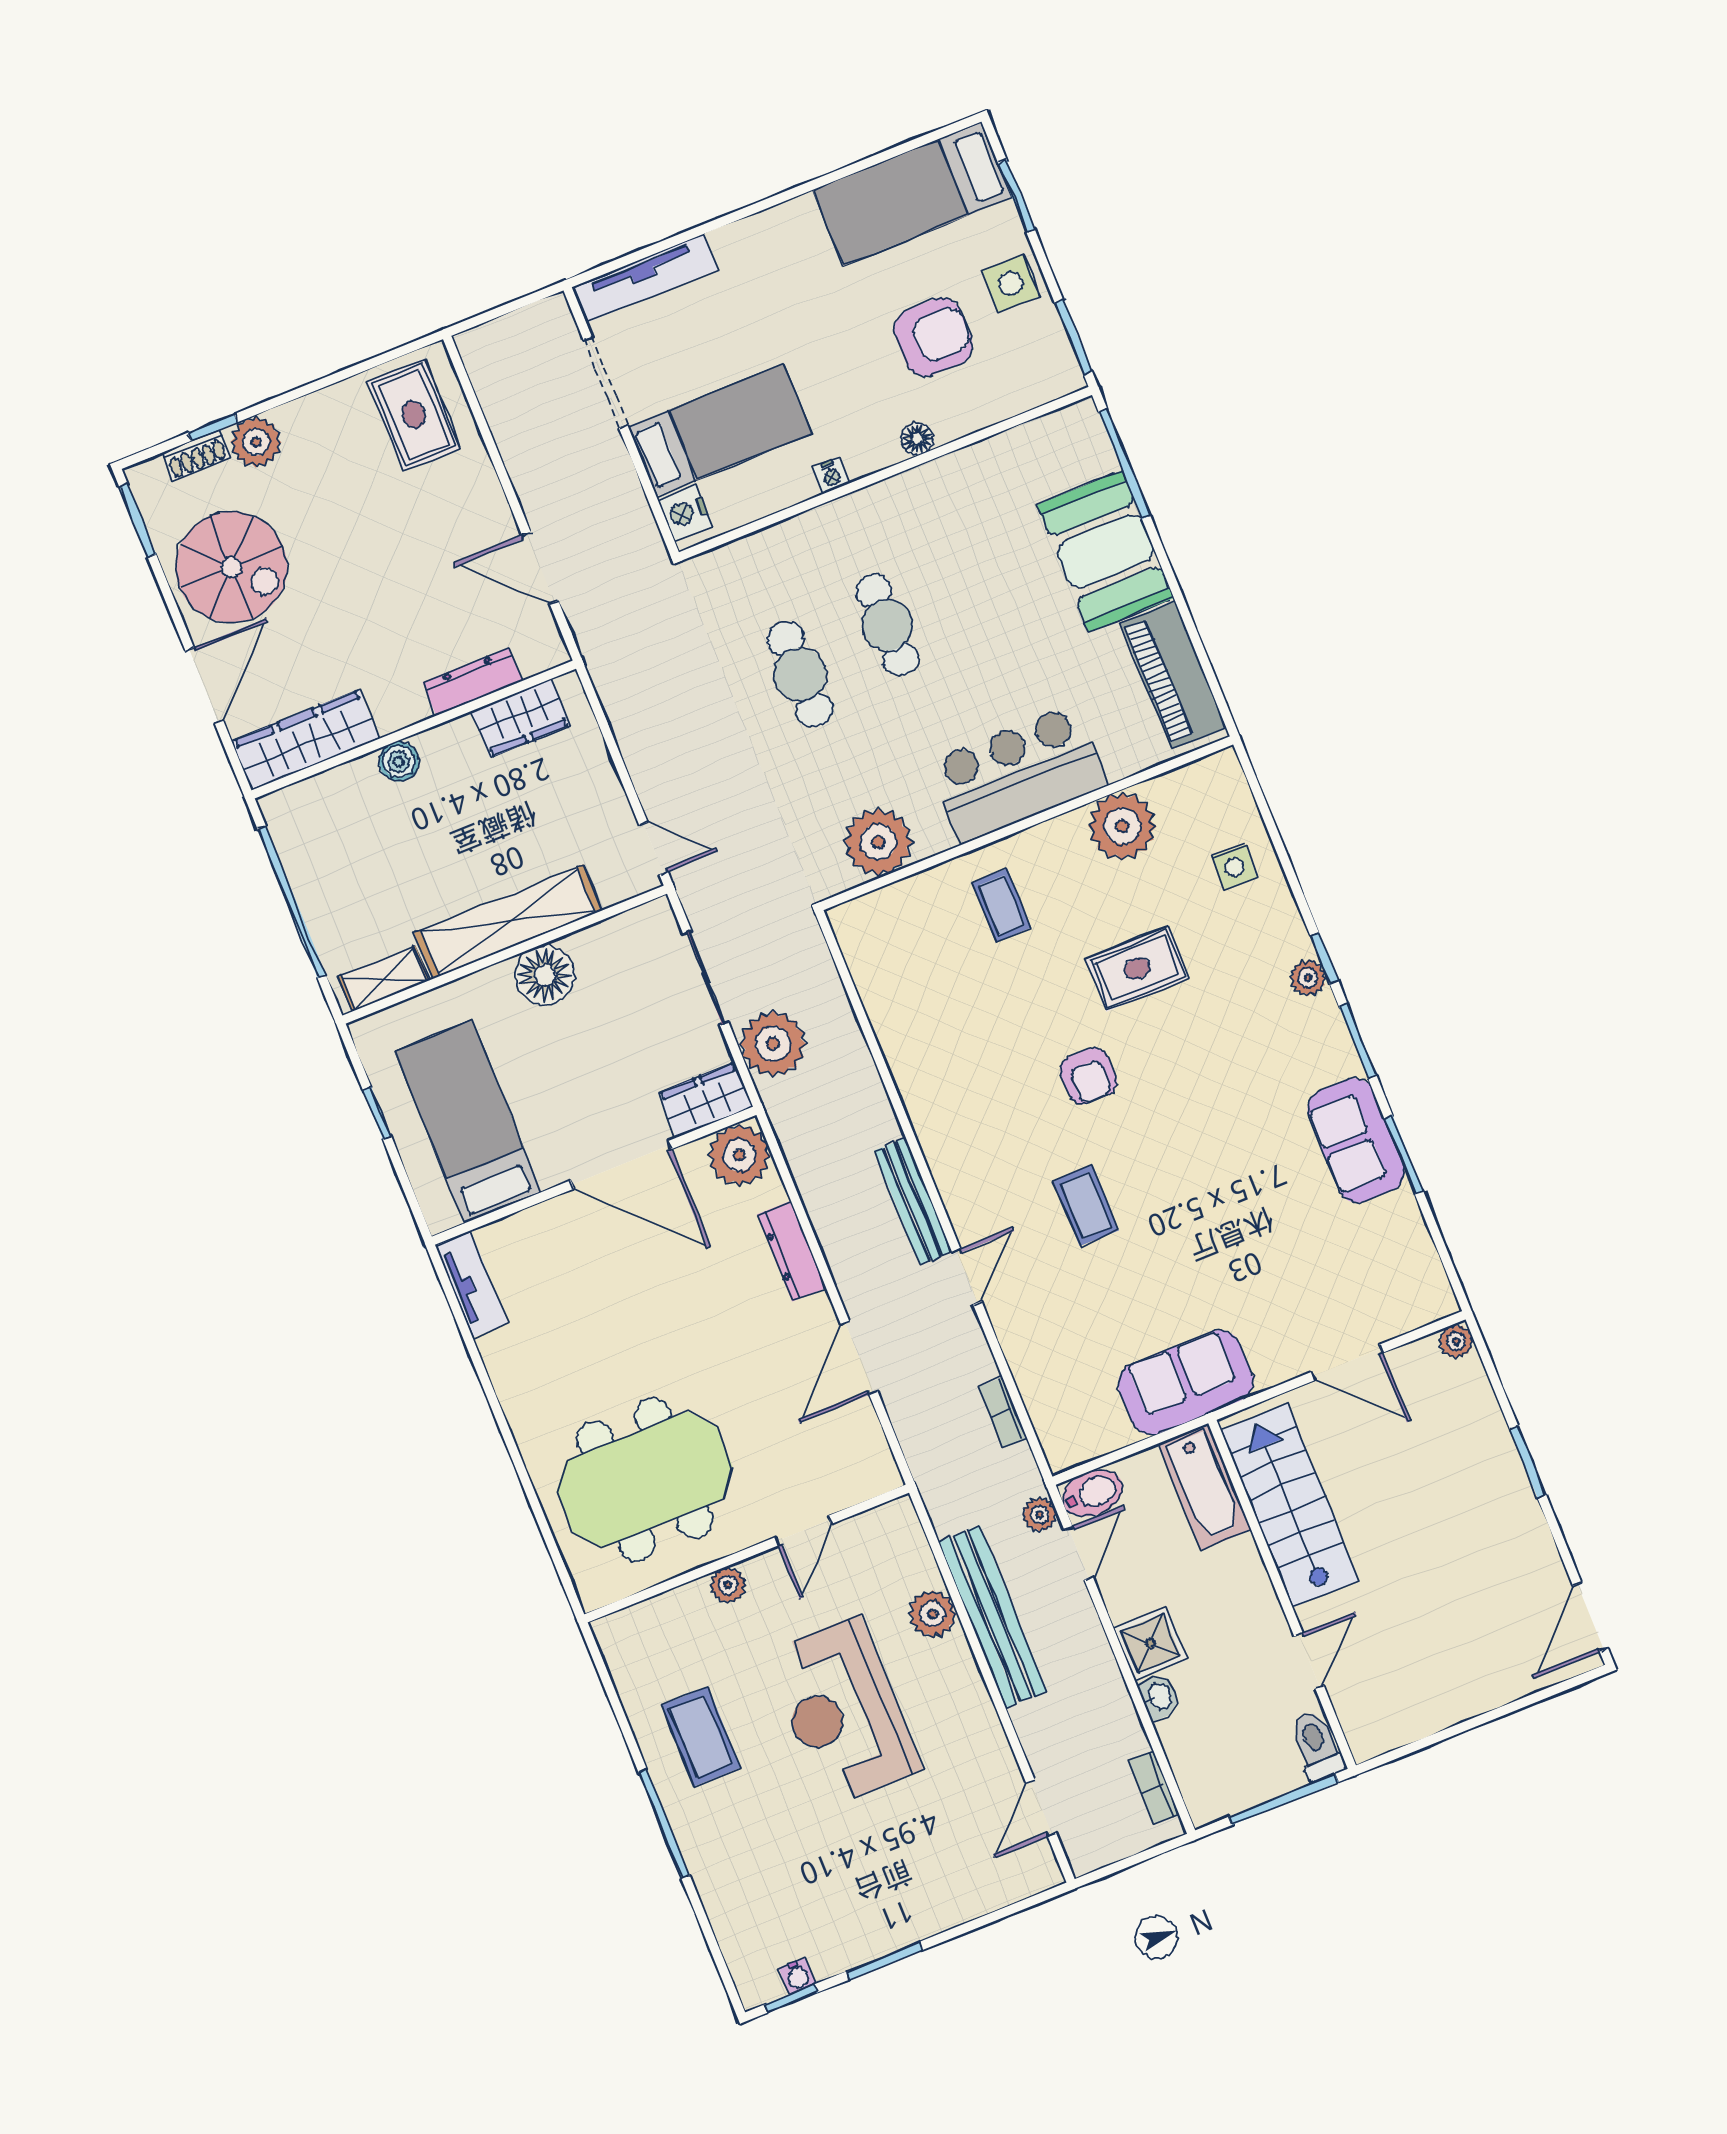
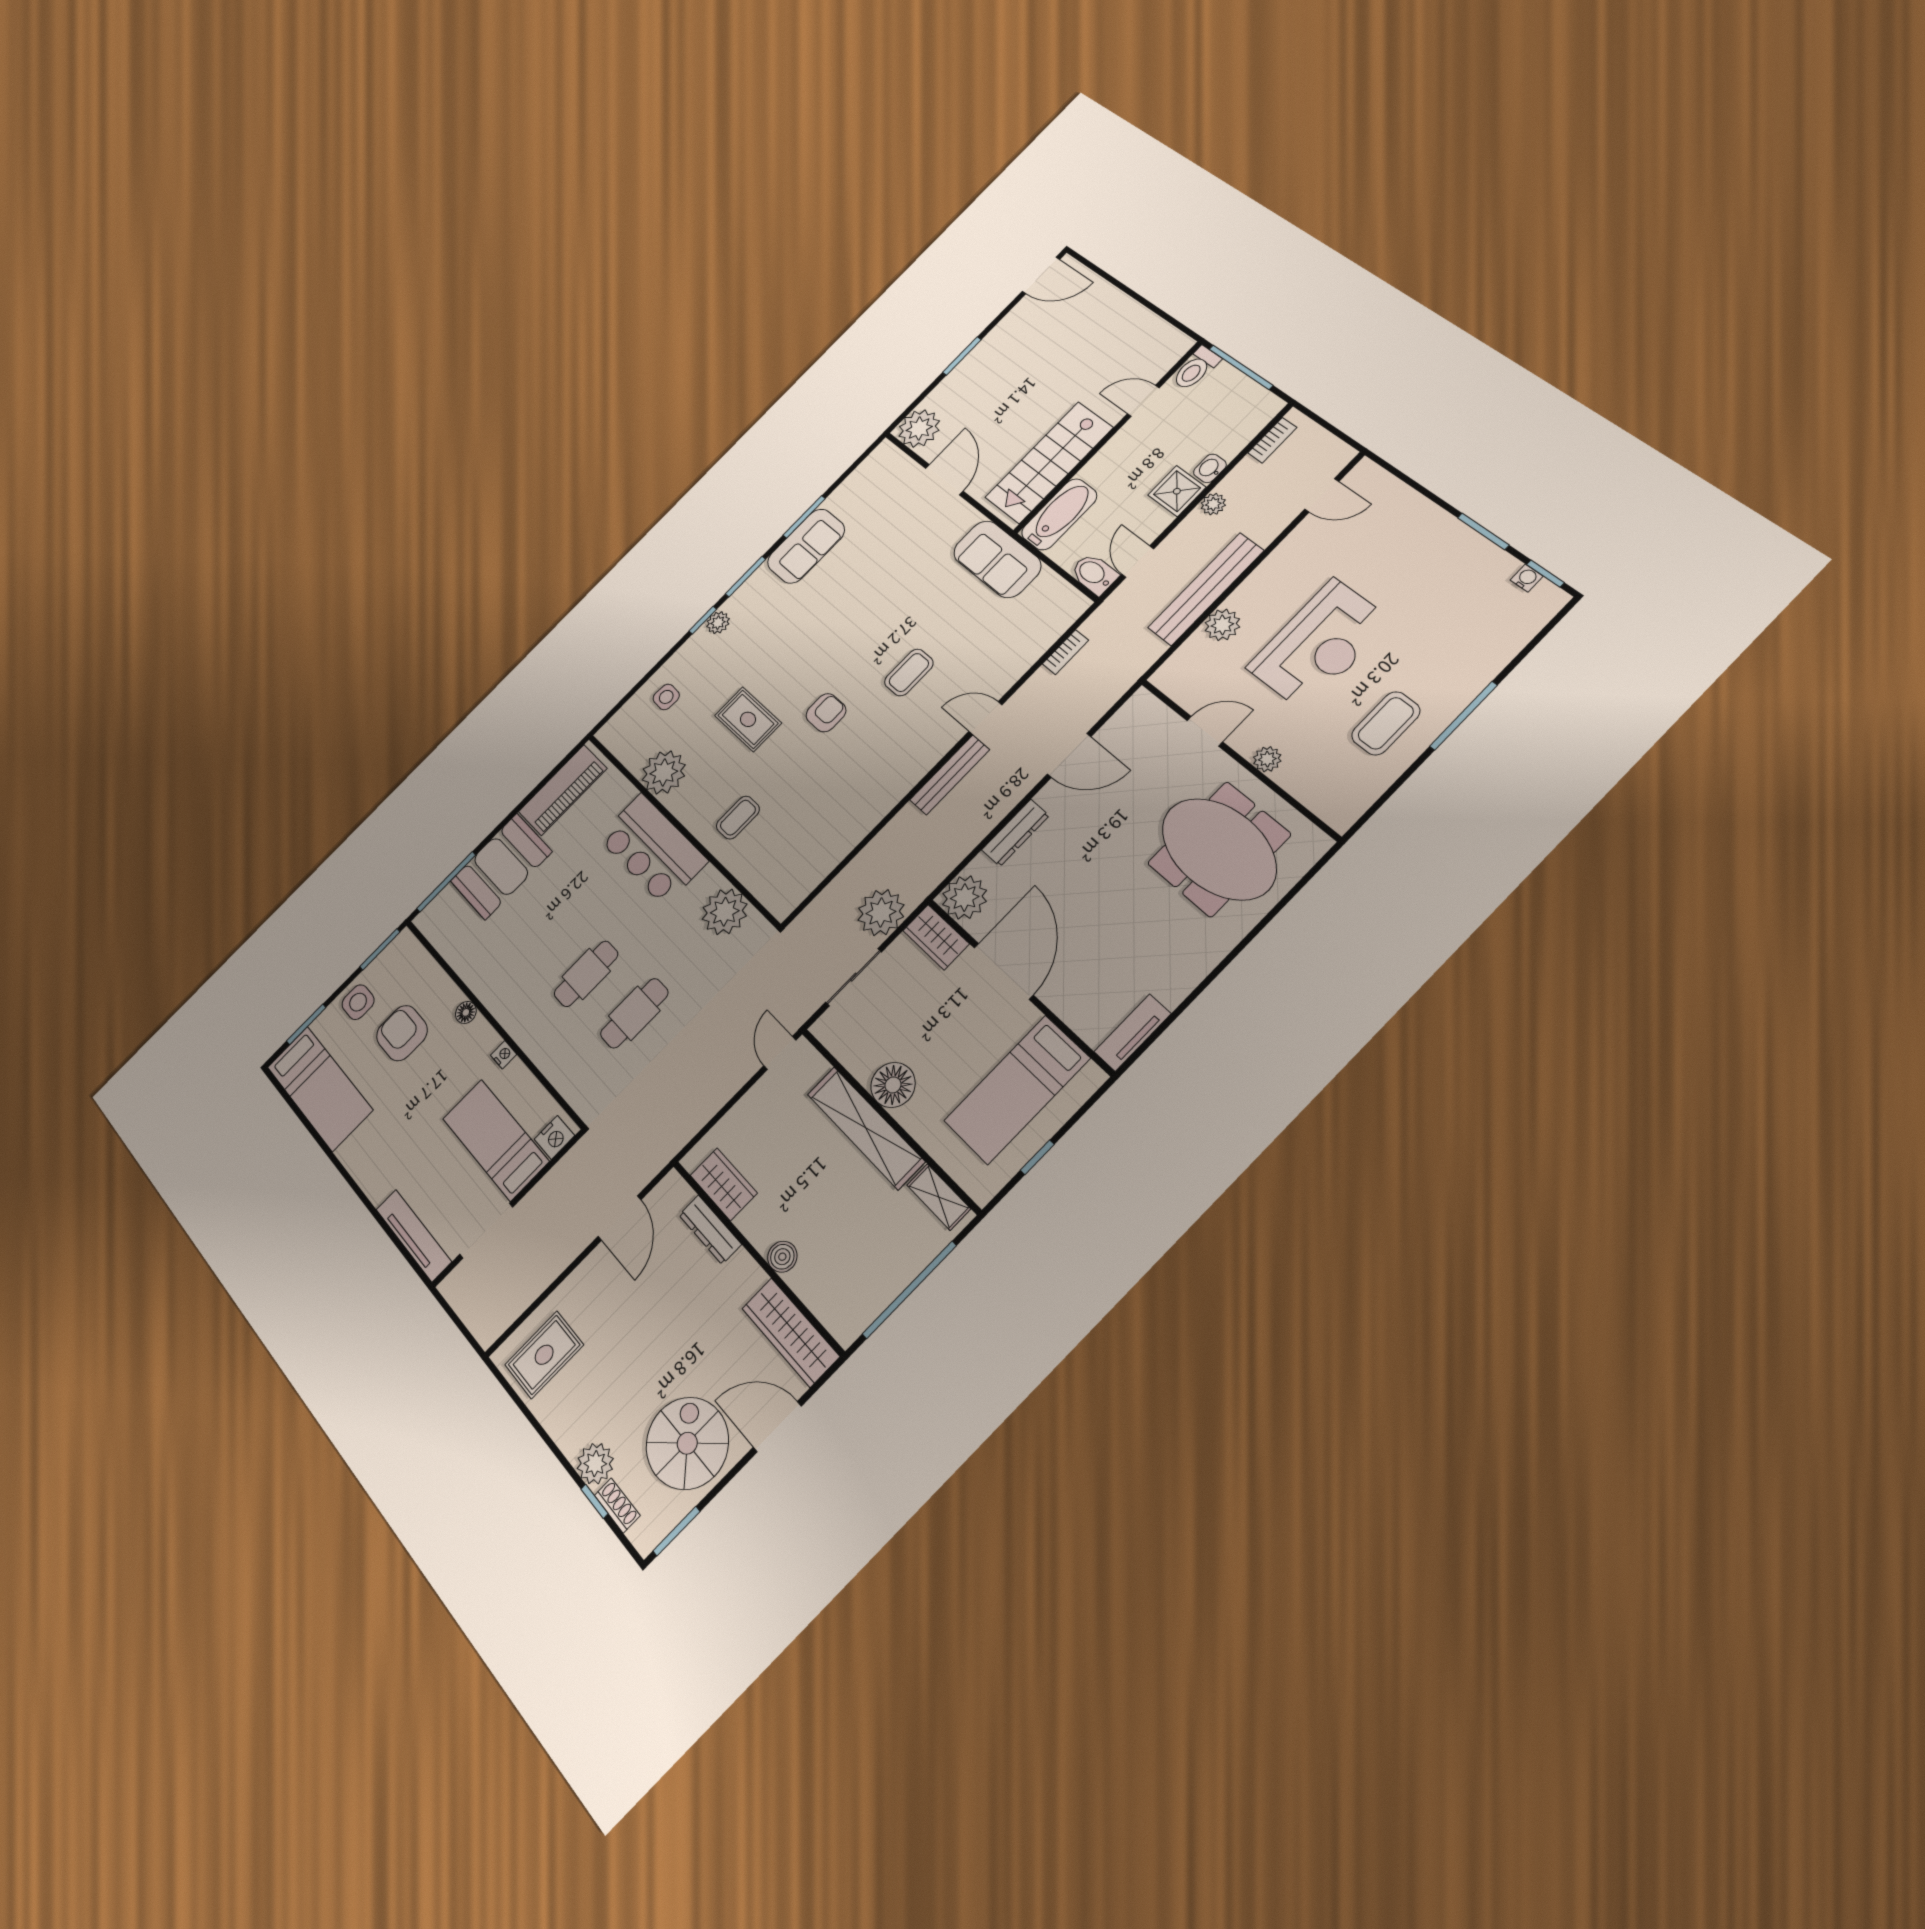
plant: (1456, 1341) -> (919, 429), width x1.88, depth x1.88
plant: (1040, 1514) -> (1213, 504), moved
door: (1078, 1553) -> (1138, 562), hinge flipped

